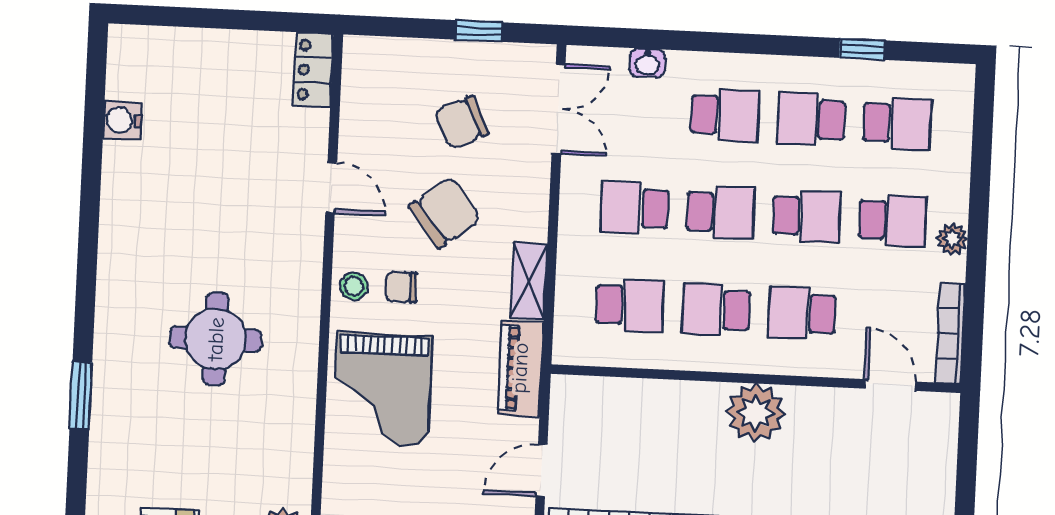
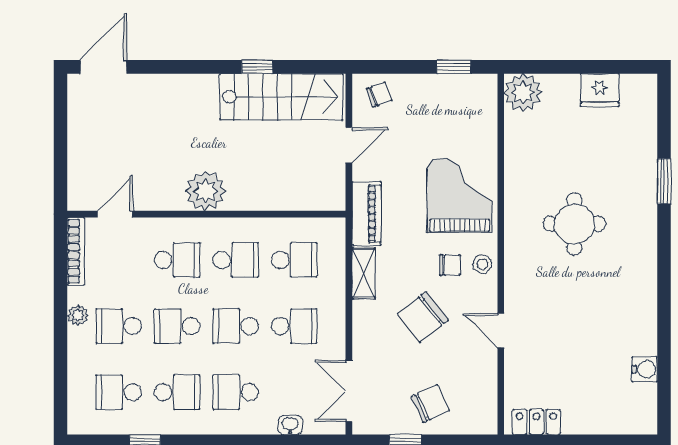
locker: (313, 70) -> (536, 422), moved, turned -90
chair: (462, 122) -> (430, 403), moved
school desk: (630, 305) -> (294, 260), turned 180
door: (890, 385) -> (115, 214), swing flipped

